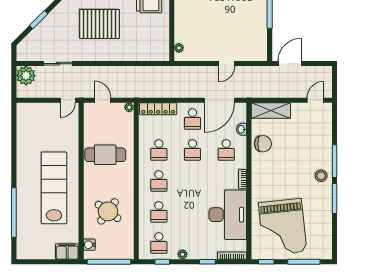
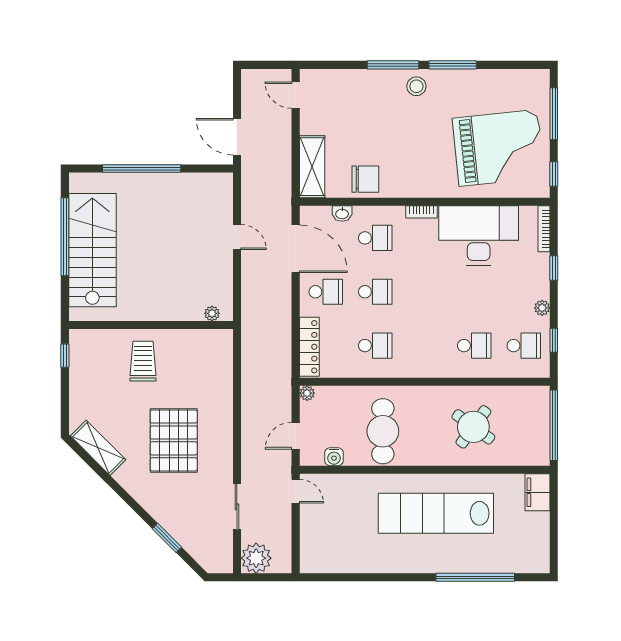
chair: (263, 144) -> (365, 179), turned 90
school desk: (159, 181) -> (425, 346), removed
water cooler: (89, 245) -> (334, 457), moved

